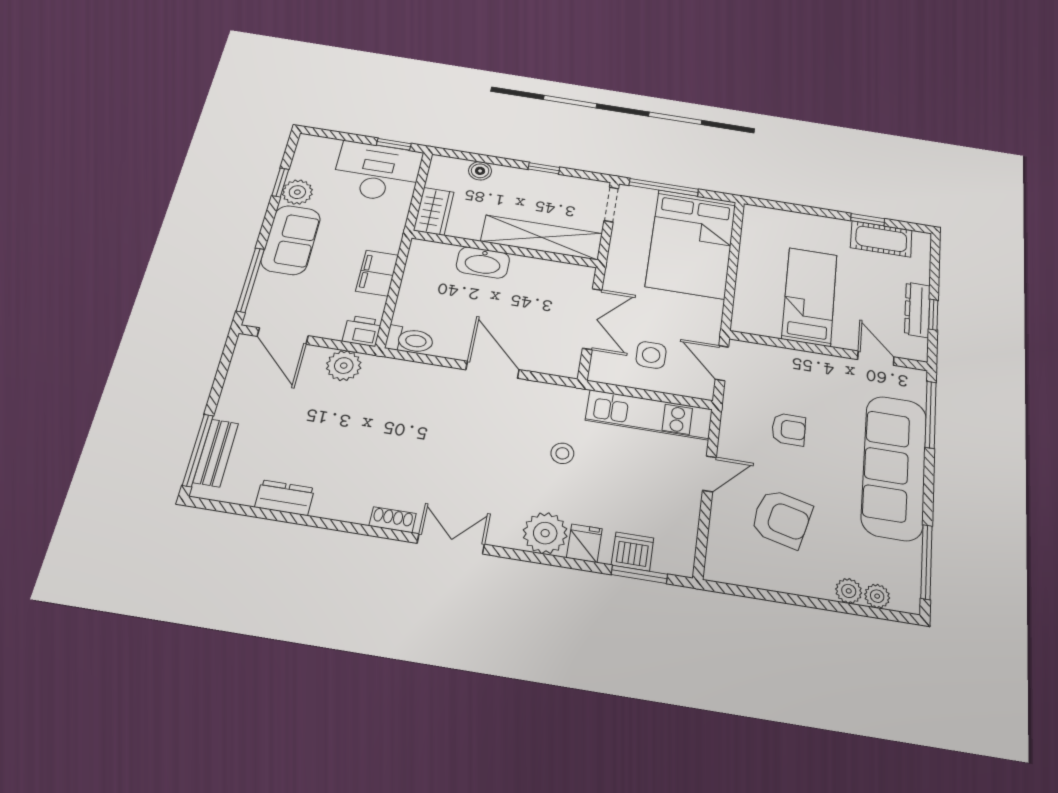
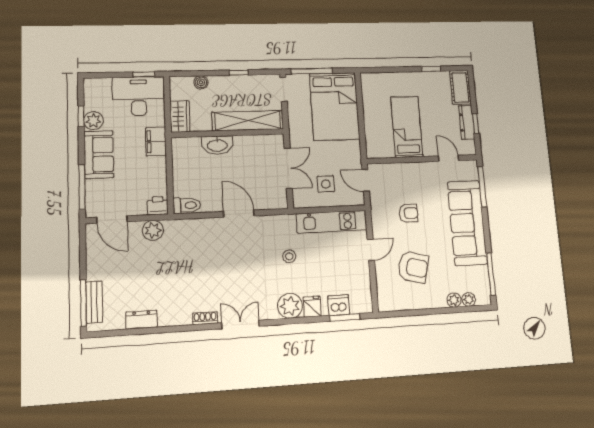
cot: (881, 239) -> (460, 87), moved, turned 90
filing cabinet: (377, 273) -> (156, 141), moved

